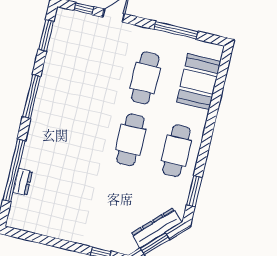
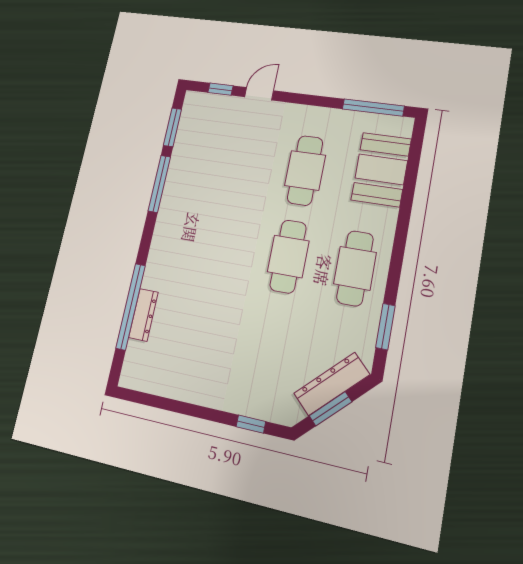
window: (176, 30) -> (373, 107), moved
window: (32, 97) -> (159, 184), moved
dresser: (23, 182) -> (143, 315), width x1.44

